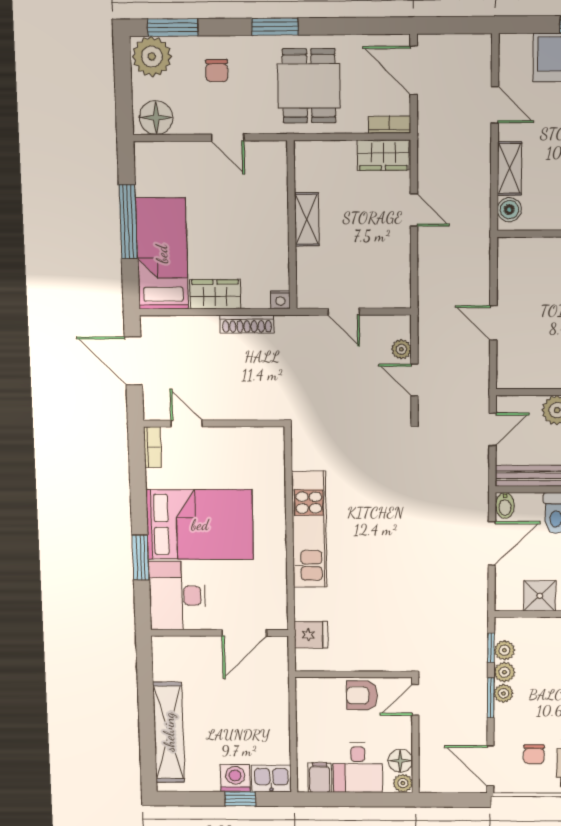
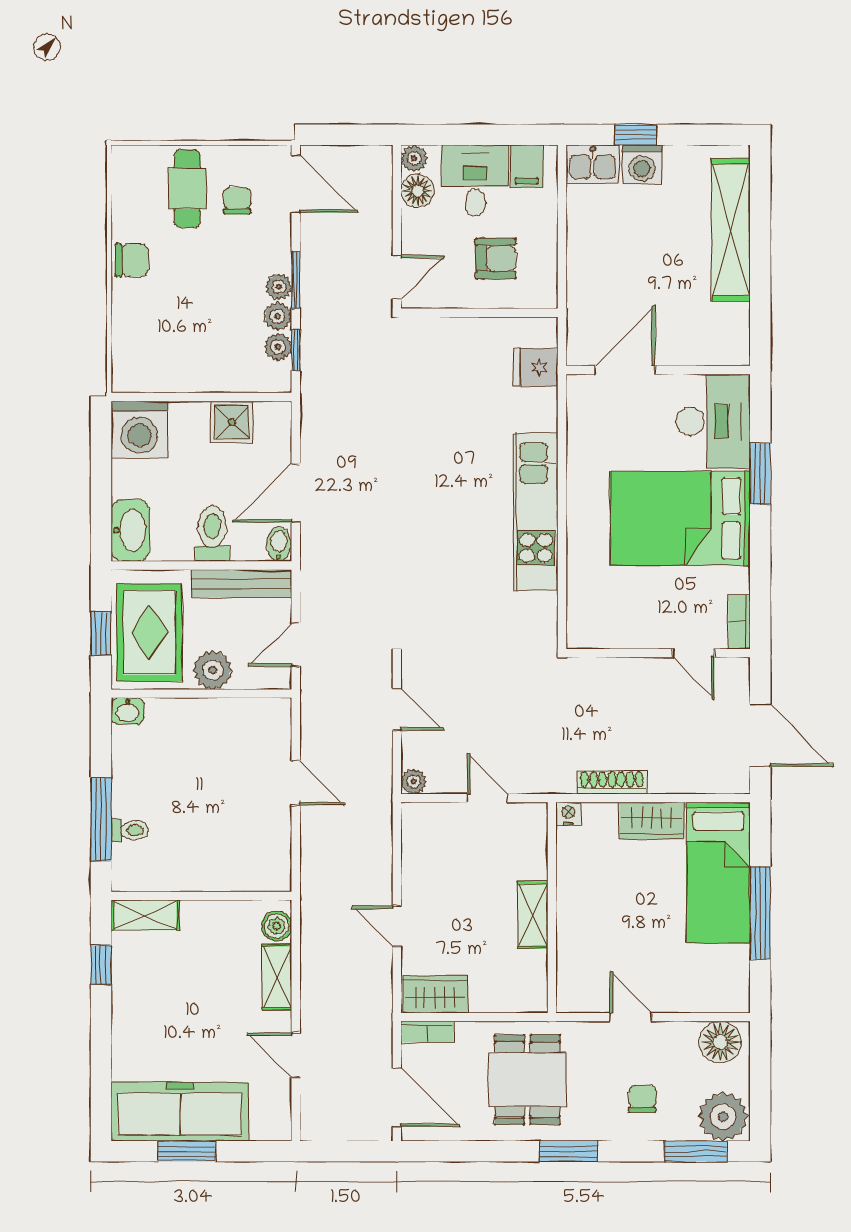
plant: (401, 349) -> (414, 781), moved
armchair: (362, 695) -> (495, 258), moved

